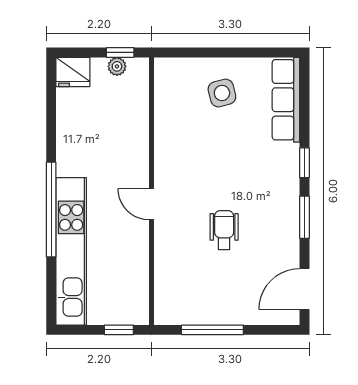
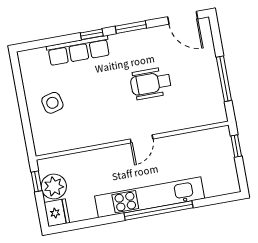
plant: (117, 66) -> (54, 186), width x1.88, depth x1.88
row of seats: (286, 100) -> (78, 50), moved
wheelchair: (224, 230) -> (151, 83), width x1.36, depth x1.37
kitchen unit: (71, 251) -> (150, 197), moved

